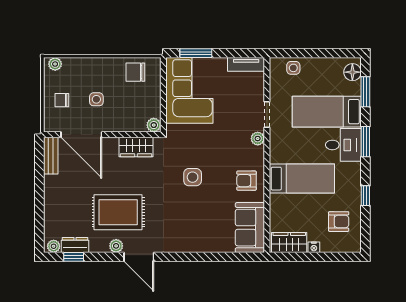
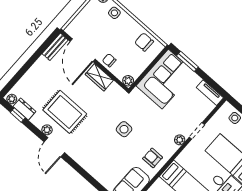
side table: (96, 99) -> (114, 13), moved
chair: (62, 100) -> (109, 60), moved
wardrobe: (136, 147) -> (99, 77), moved

